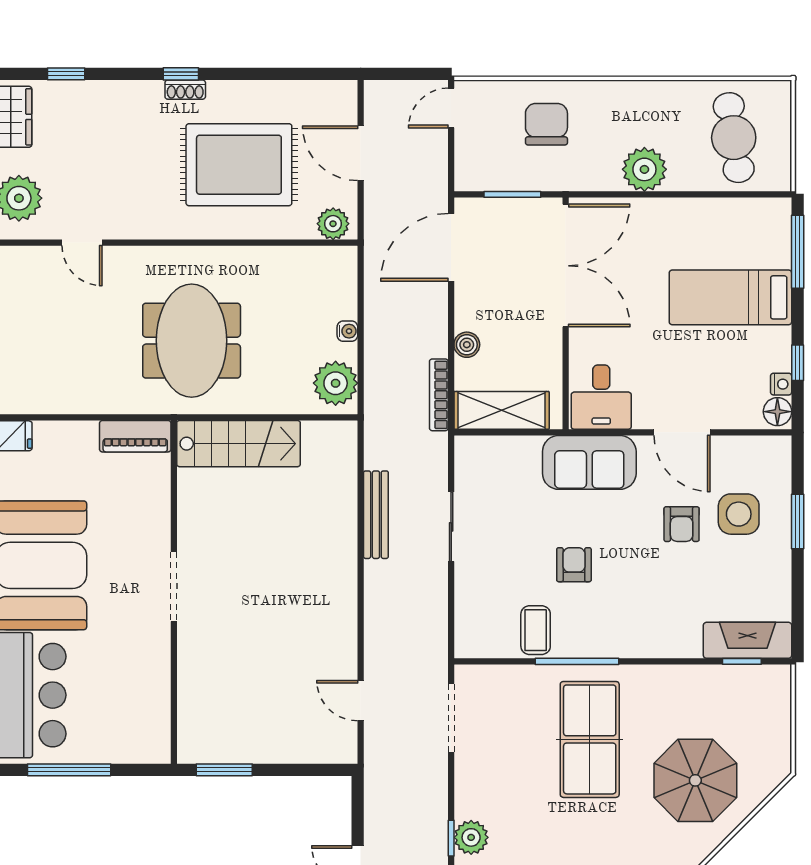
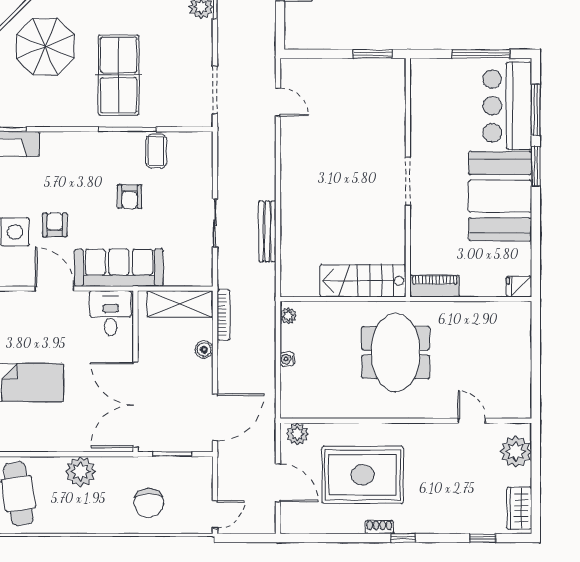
shoe rack: (185, 90) -> (379, 527), moved
plant: (336, 383) -> (288, 316), width x0.53, depth x0.53
sofa: (589, 462) -> (119, 268), width x1.36

